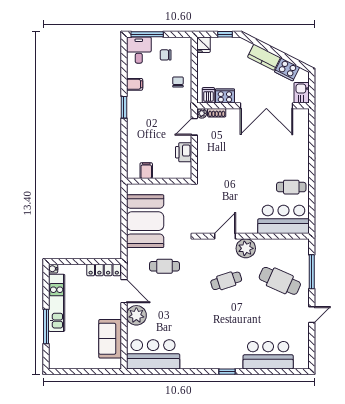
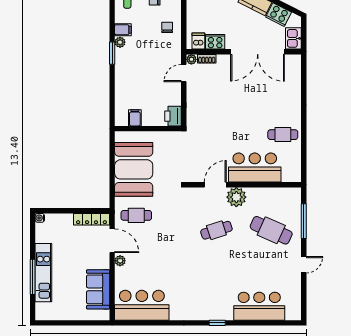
plant: (132, 96) -> (120, 42), added
printer: (184, 152) -> (173, 116), moved
bar counter: (284, 219) -> (255, 167), moved
cafe table: (164, 266) -> (136, 215), moved
kitchen unit: (57, 303) -> (43, 273), moved
plant: (136, 315) -> (120, 261), width x0.53, depth x0.53

